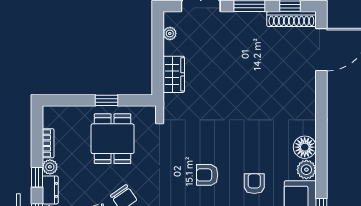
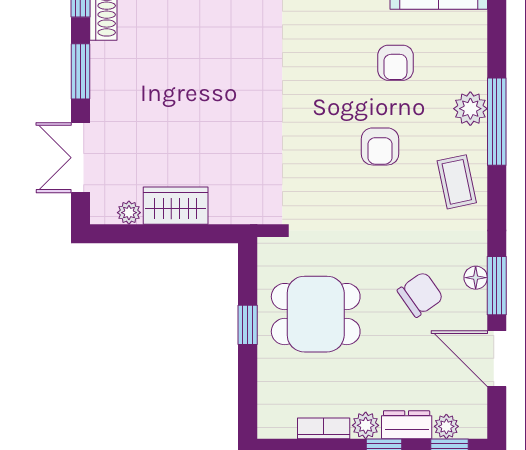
wardrobe: (174, 74) -> (176, 206), moved
armchair: (254, 184) -> (395, 63), turned -90

